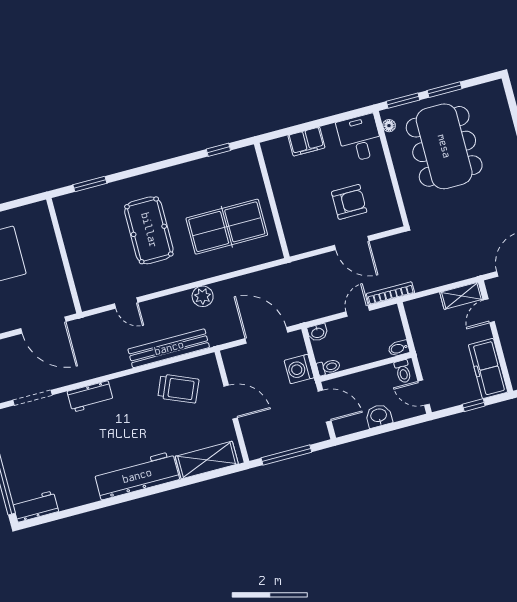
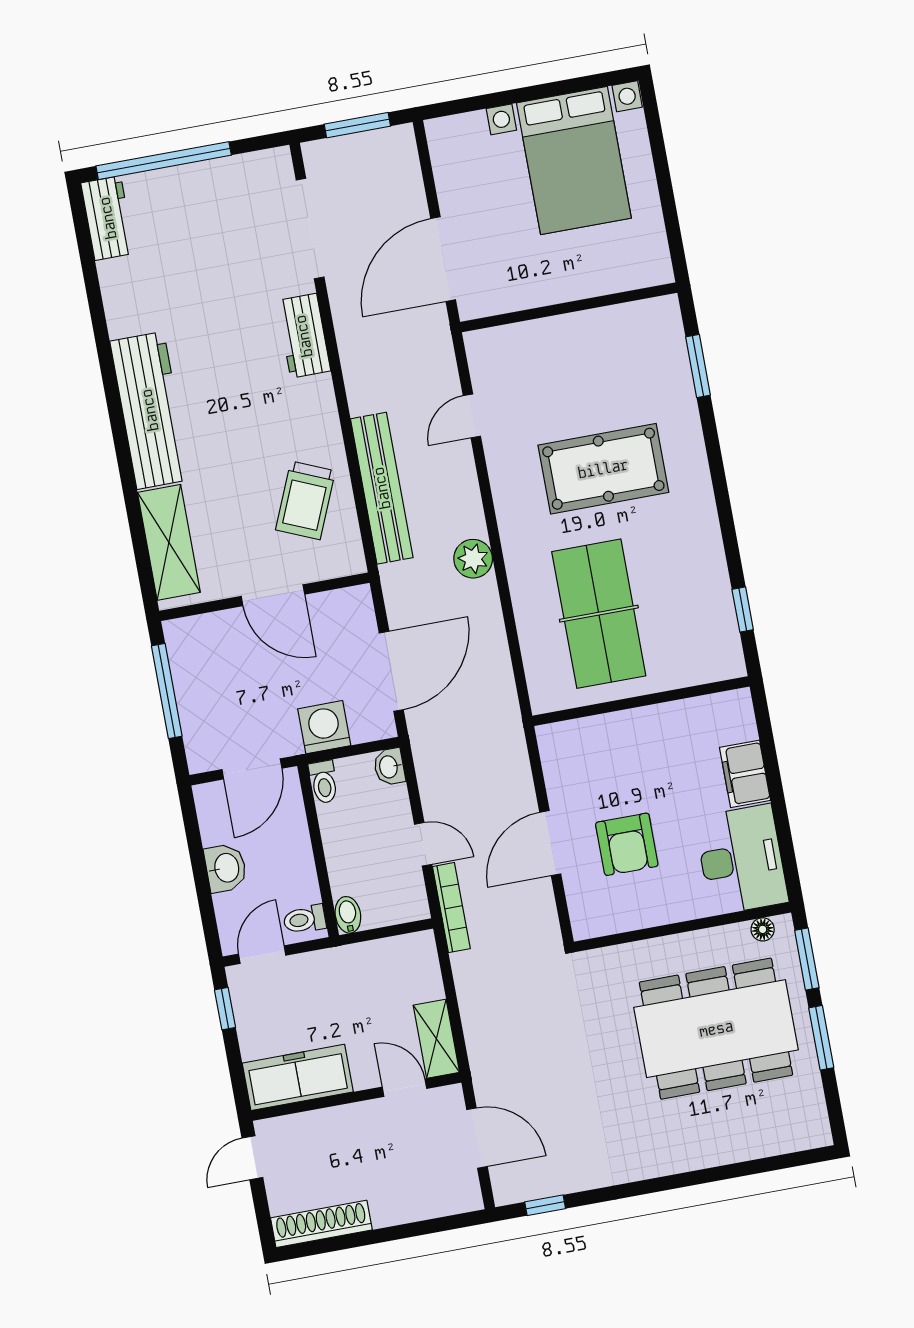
desk: (360, 138) -> (741, 860), width x1.37
doorway: (33, 398) -> (310, 229), width x1.36
door: (231, 402) -> (273, 595), hinge flipped
window: (474, 405) -> (225, 1009), moved

